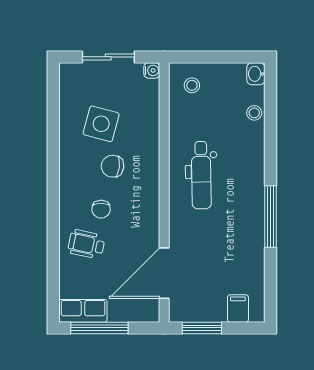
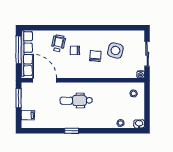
dental chair: (201, 175) -> (76, 101), moved
window: (271, 216) -> (72, 131), width x0.46
row of seats: (83, 311) -> (27, 53), width x2.02

